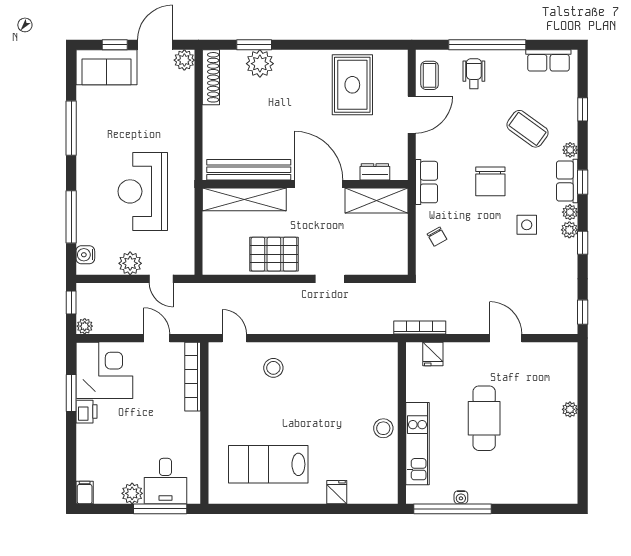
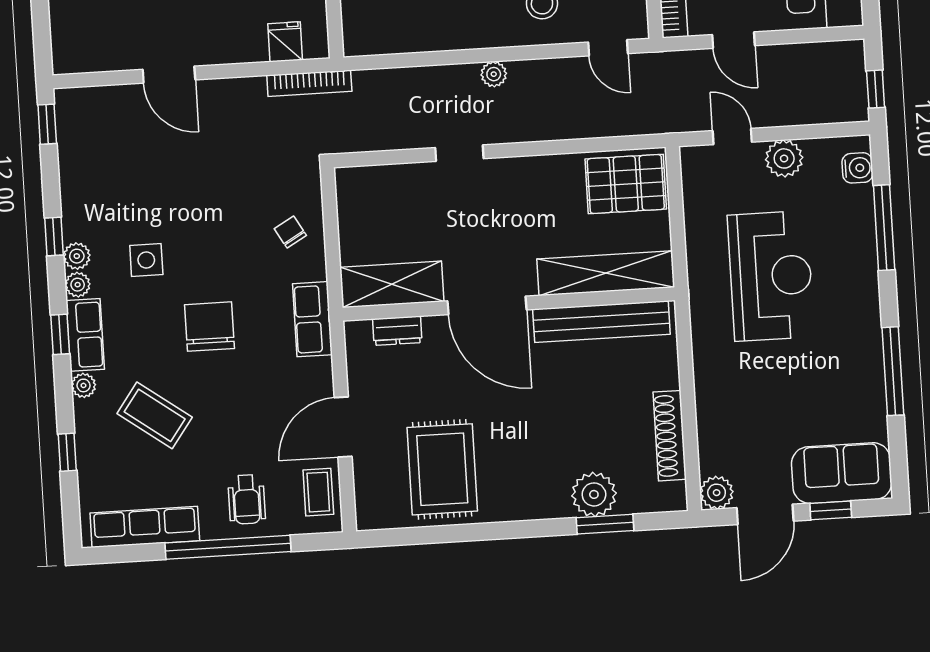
row of seats: (548, 60) -> (145, 527), width x1.48
shoe rack: (211, 77) -> (670, 436), moved
pallet: (274, 254) -> (626, 184), moved
plant: (85, 326) -> (494, 74), moved

